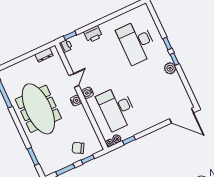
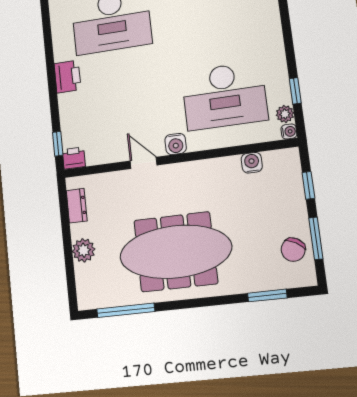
printer: (93, 34) -> (67, 77), moved
plant: (25, 65) -> (84, 250), added
water cooler: (76, 101) -> (252, 163), moved
chair: (78, 148) -> (293, 250), moved

